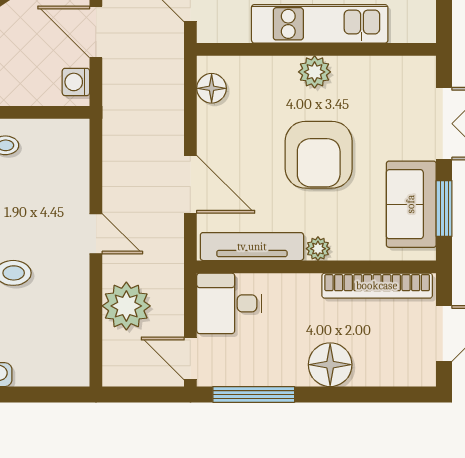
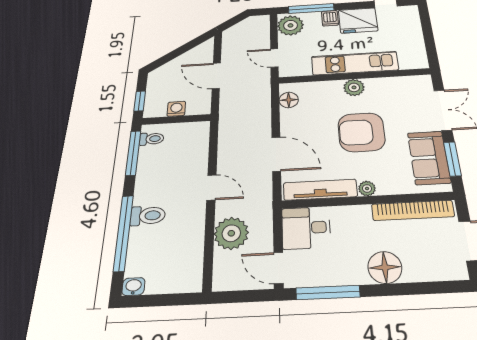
washing machine: (76, 82) -> (176, 109), moved, turned 90
armchair: (319, 155) -> (361, 132), turned 90

